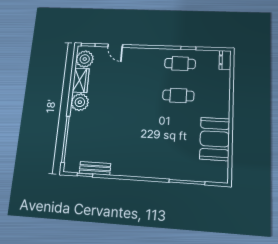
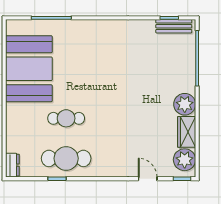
cafe table: (180, 64) -> (66, 158), width x1.37, depth x1.35
booth: (215, 139) -> (29, 69), width x1.36, depth x1.42
bench: (95, 168) -> (174, 26), moved

